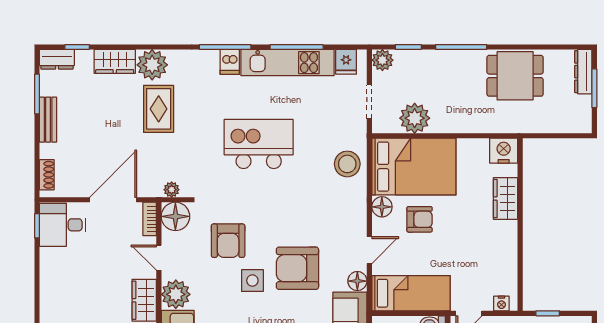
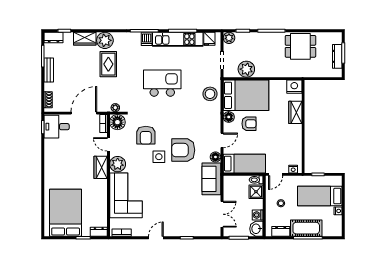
dresser: (583, 72) -> (337, 56), moved

